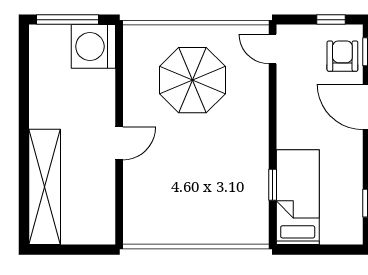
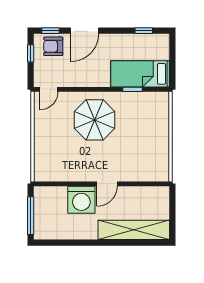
washing machine: (93, 46) -> (81, 200), moved
parasol: (192, 80) -> (95, 120), moved
door: (119, 143) -> (107, 184), swing flipped

